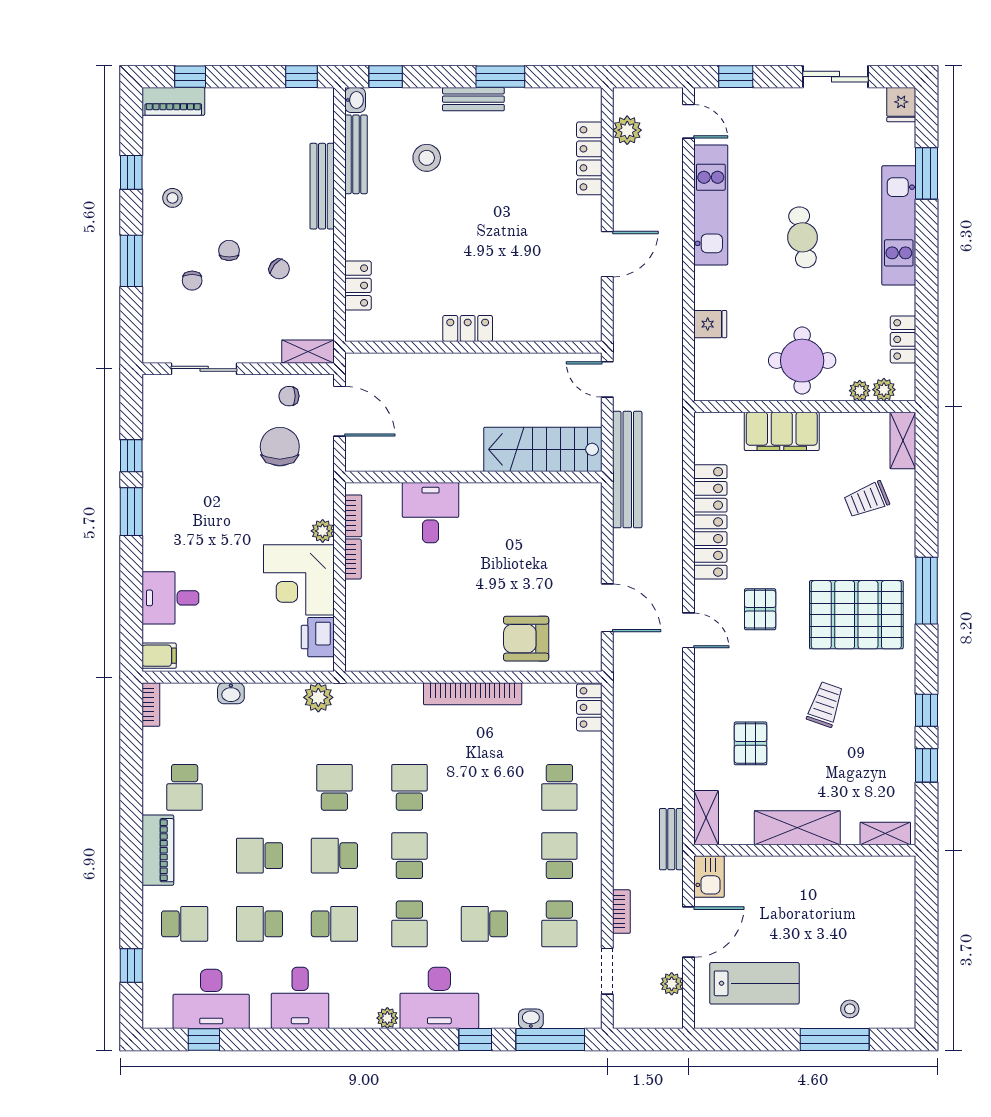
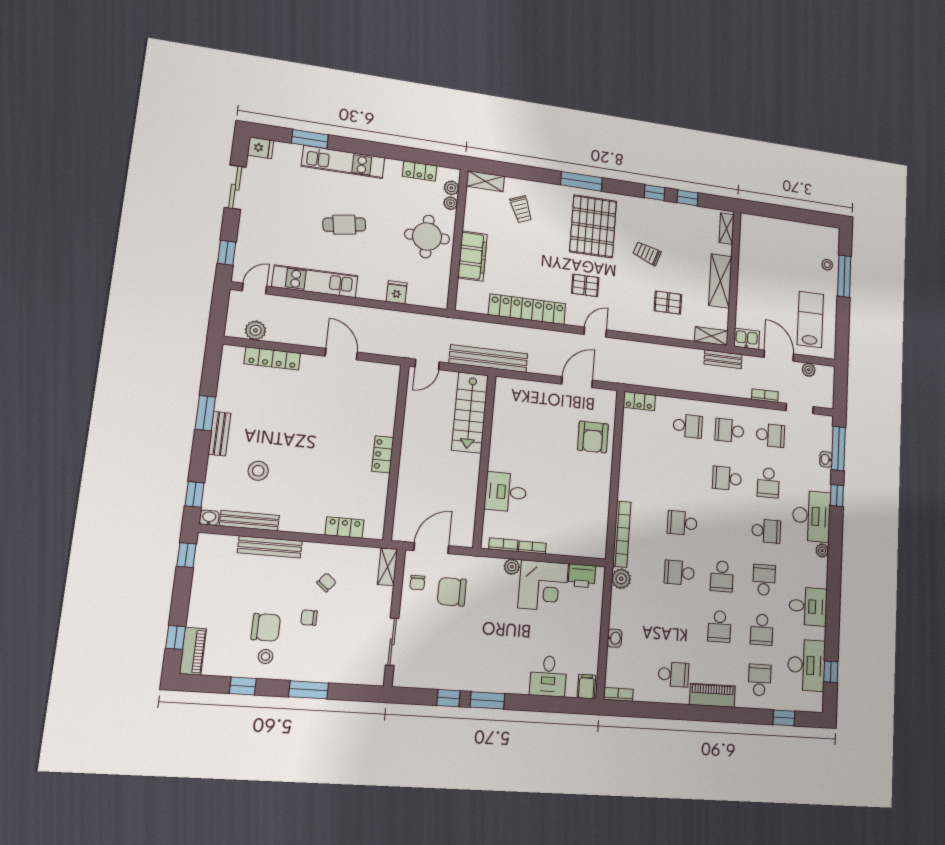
chair: (192, 281) -> (266, 627), moved, width x1.87, depth x1.87
bookcase: (473, 694) -> (622, 534), moved
school desk: (409, 856) -> (727, 478), moved

